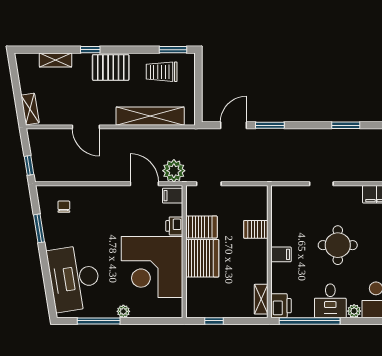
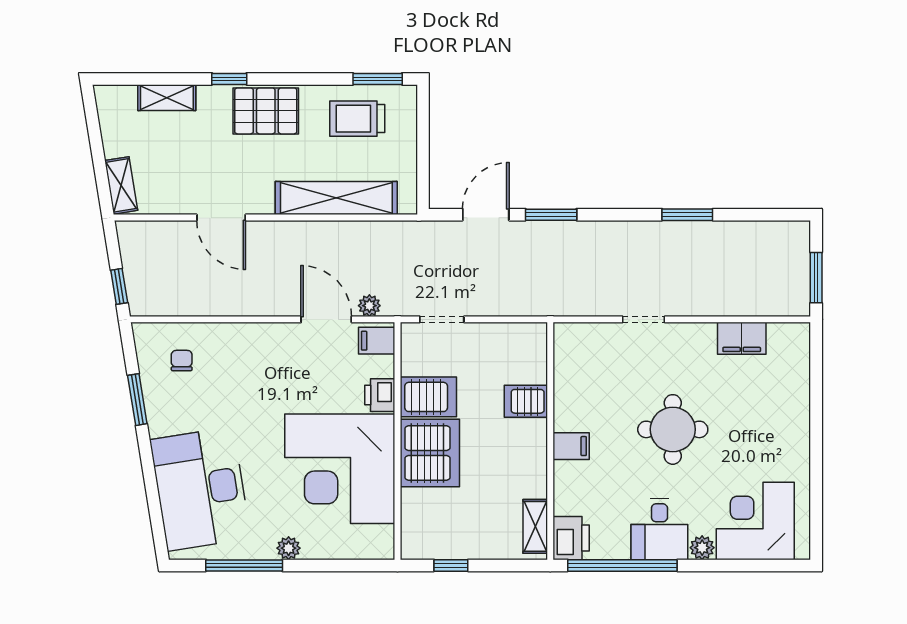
plant: (174, 171) -> (369, 306), width x0.53, depth x0.53

